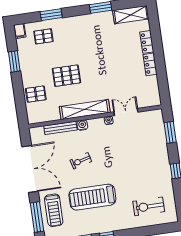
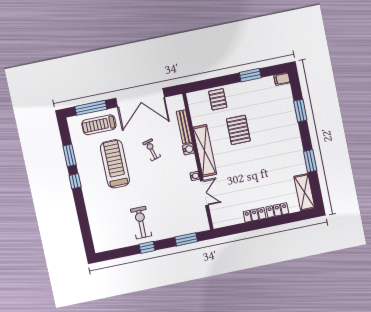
pallet: (43, 36) -> (278, 104), removed
exercise bike: (149, 206) -> (141, 223), moved

